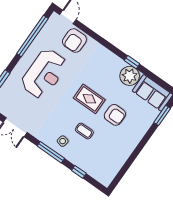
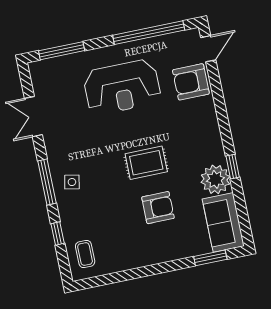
rug: (89, 99) -> (146, 163), turned 90
armchair: (115, 115) -> (158, 208), turned -90
coffee table: (84, 131) -> (85, 254), moved

